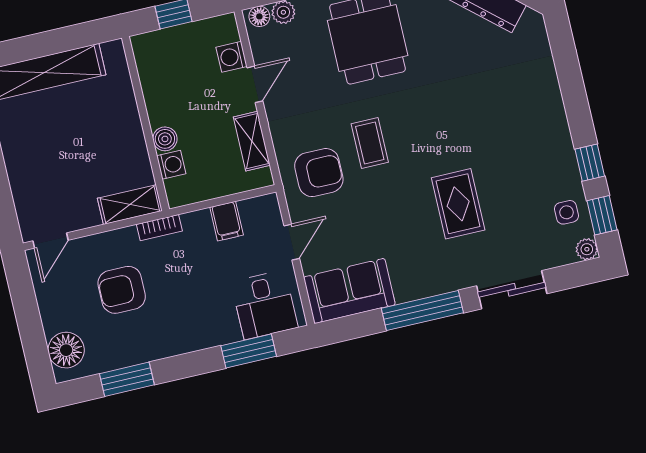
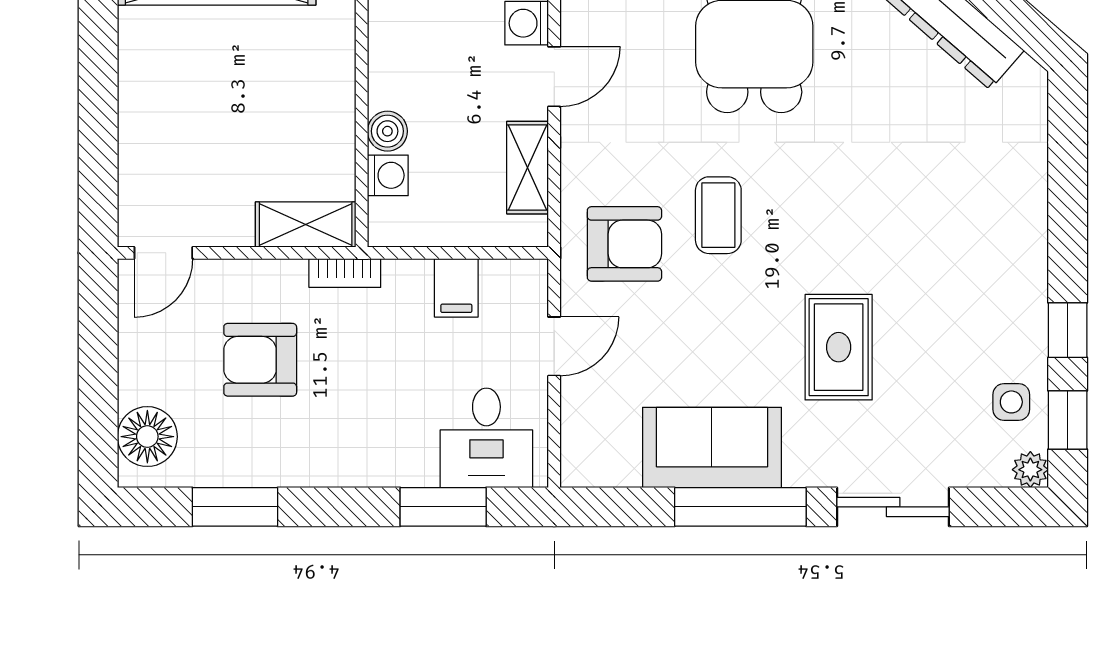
sofa: (349, 291) -> (712, 447), moved

